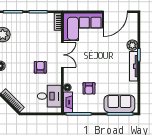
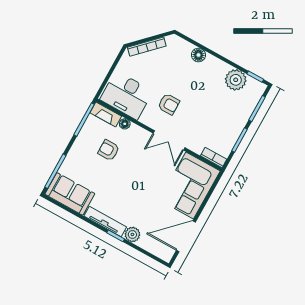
door: (115, 12) -> (186, 236), hinge flipped
desk: (49, 96) -> (126, 95), width x1.37
sofa: (119, 104) -> (70, 194), moved, turned -90

